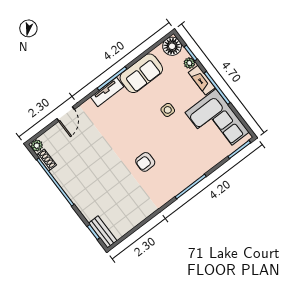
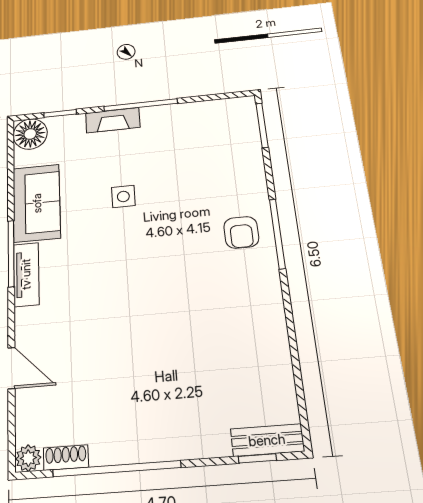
plant: (189, 63) -> (74, 123), removed
corner sofa: (217, 122) -> (195, 134), removed
armchair: (145, 162) -> (241, 232), moved

